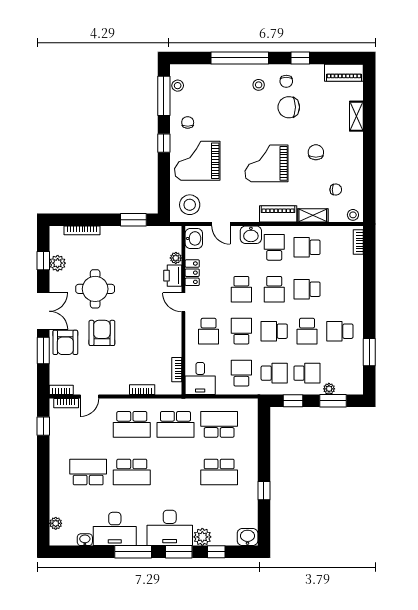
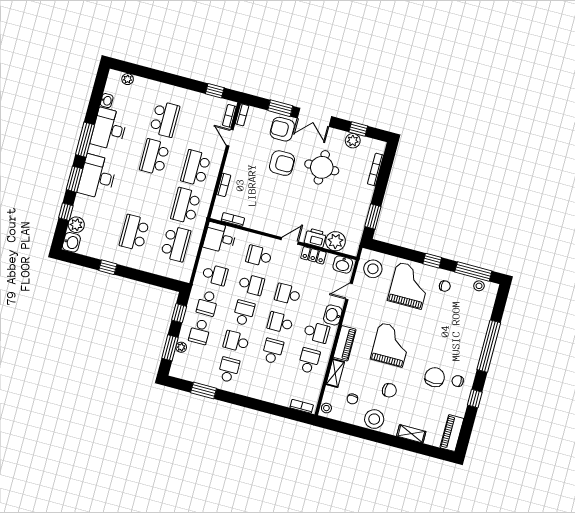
stool: (259, 85) -> (374, 419), moved, width x1.89, depth x1.89
plant: (176, 258) -> (336, 241), width x1.88, depth x1.88
plant: (202, 537) -> (76, 225), moved

